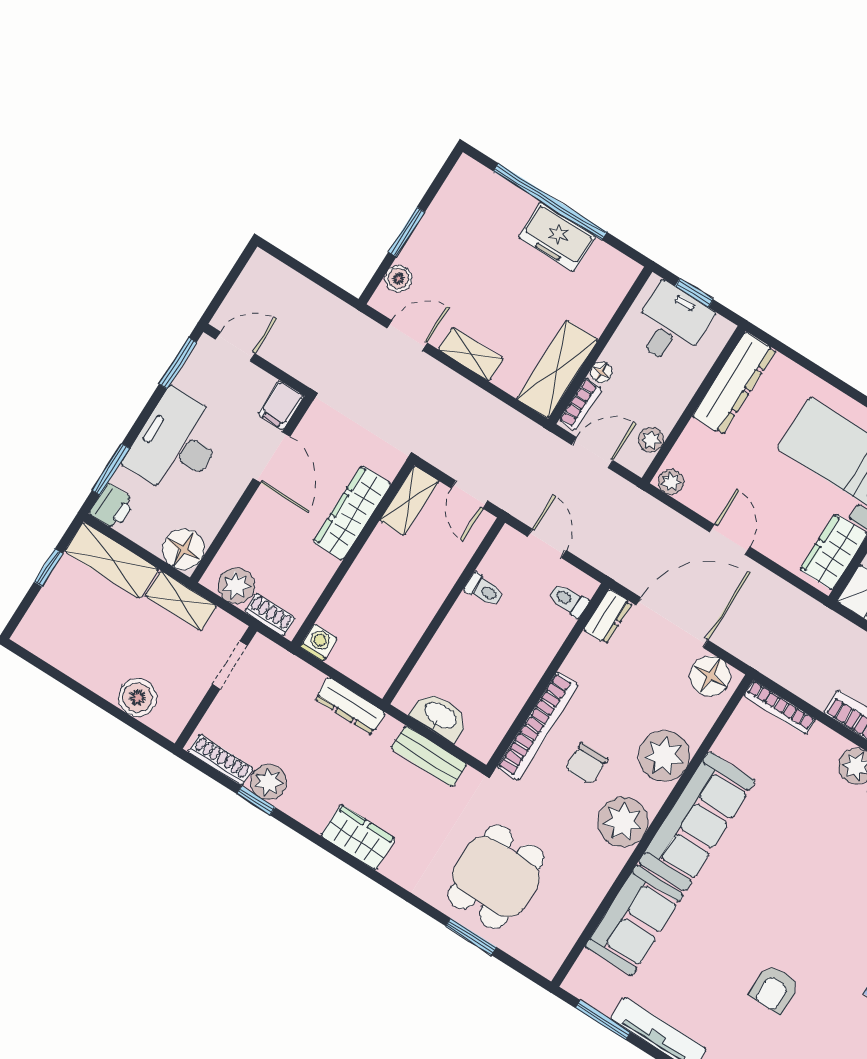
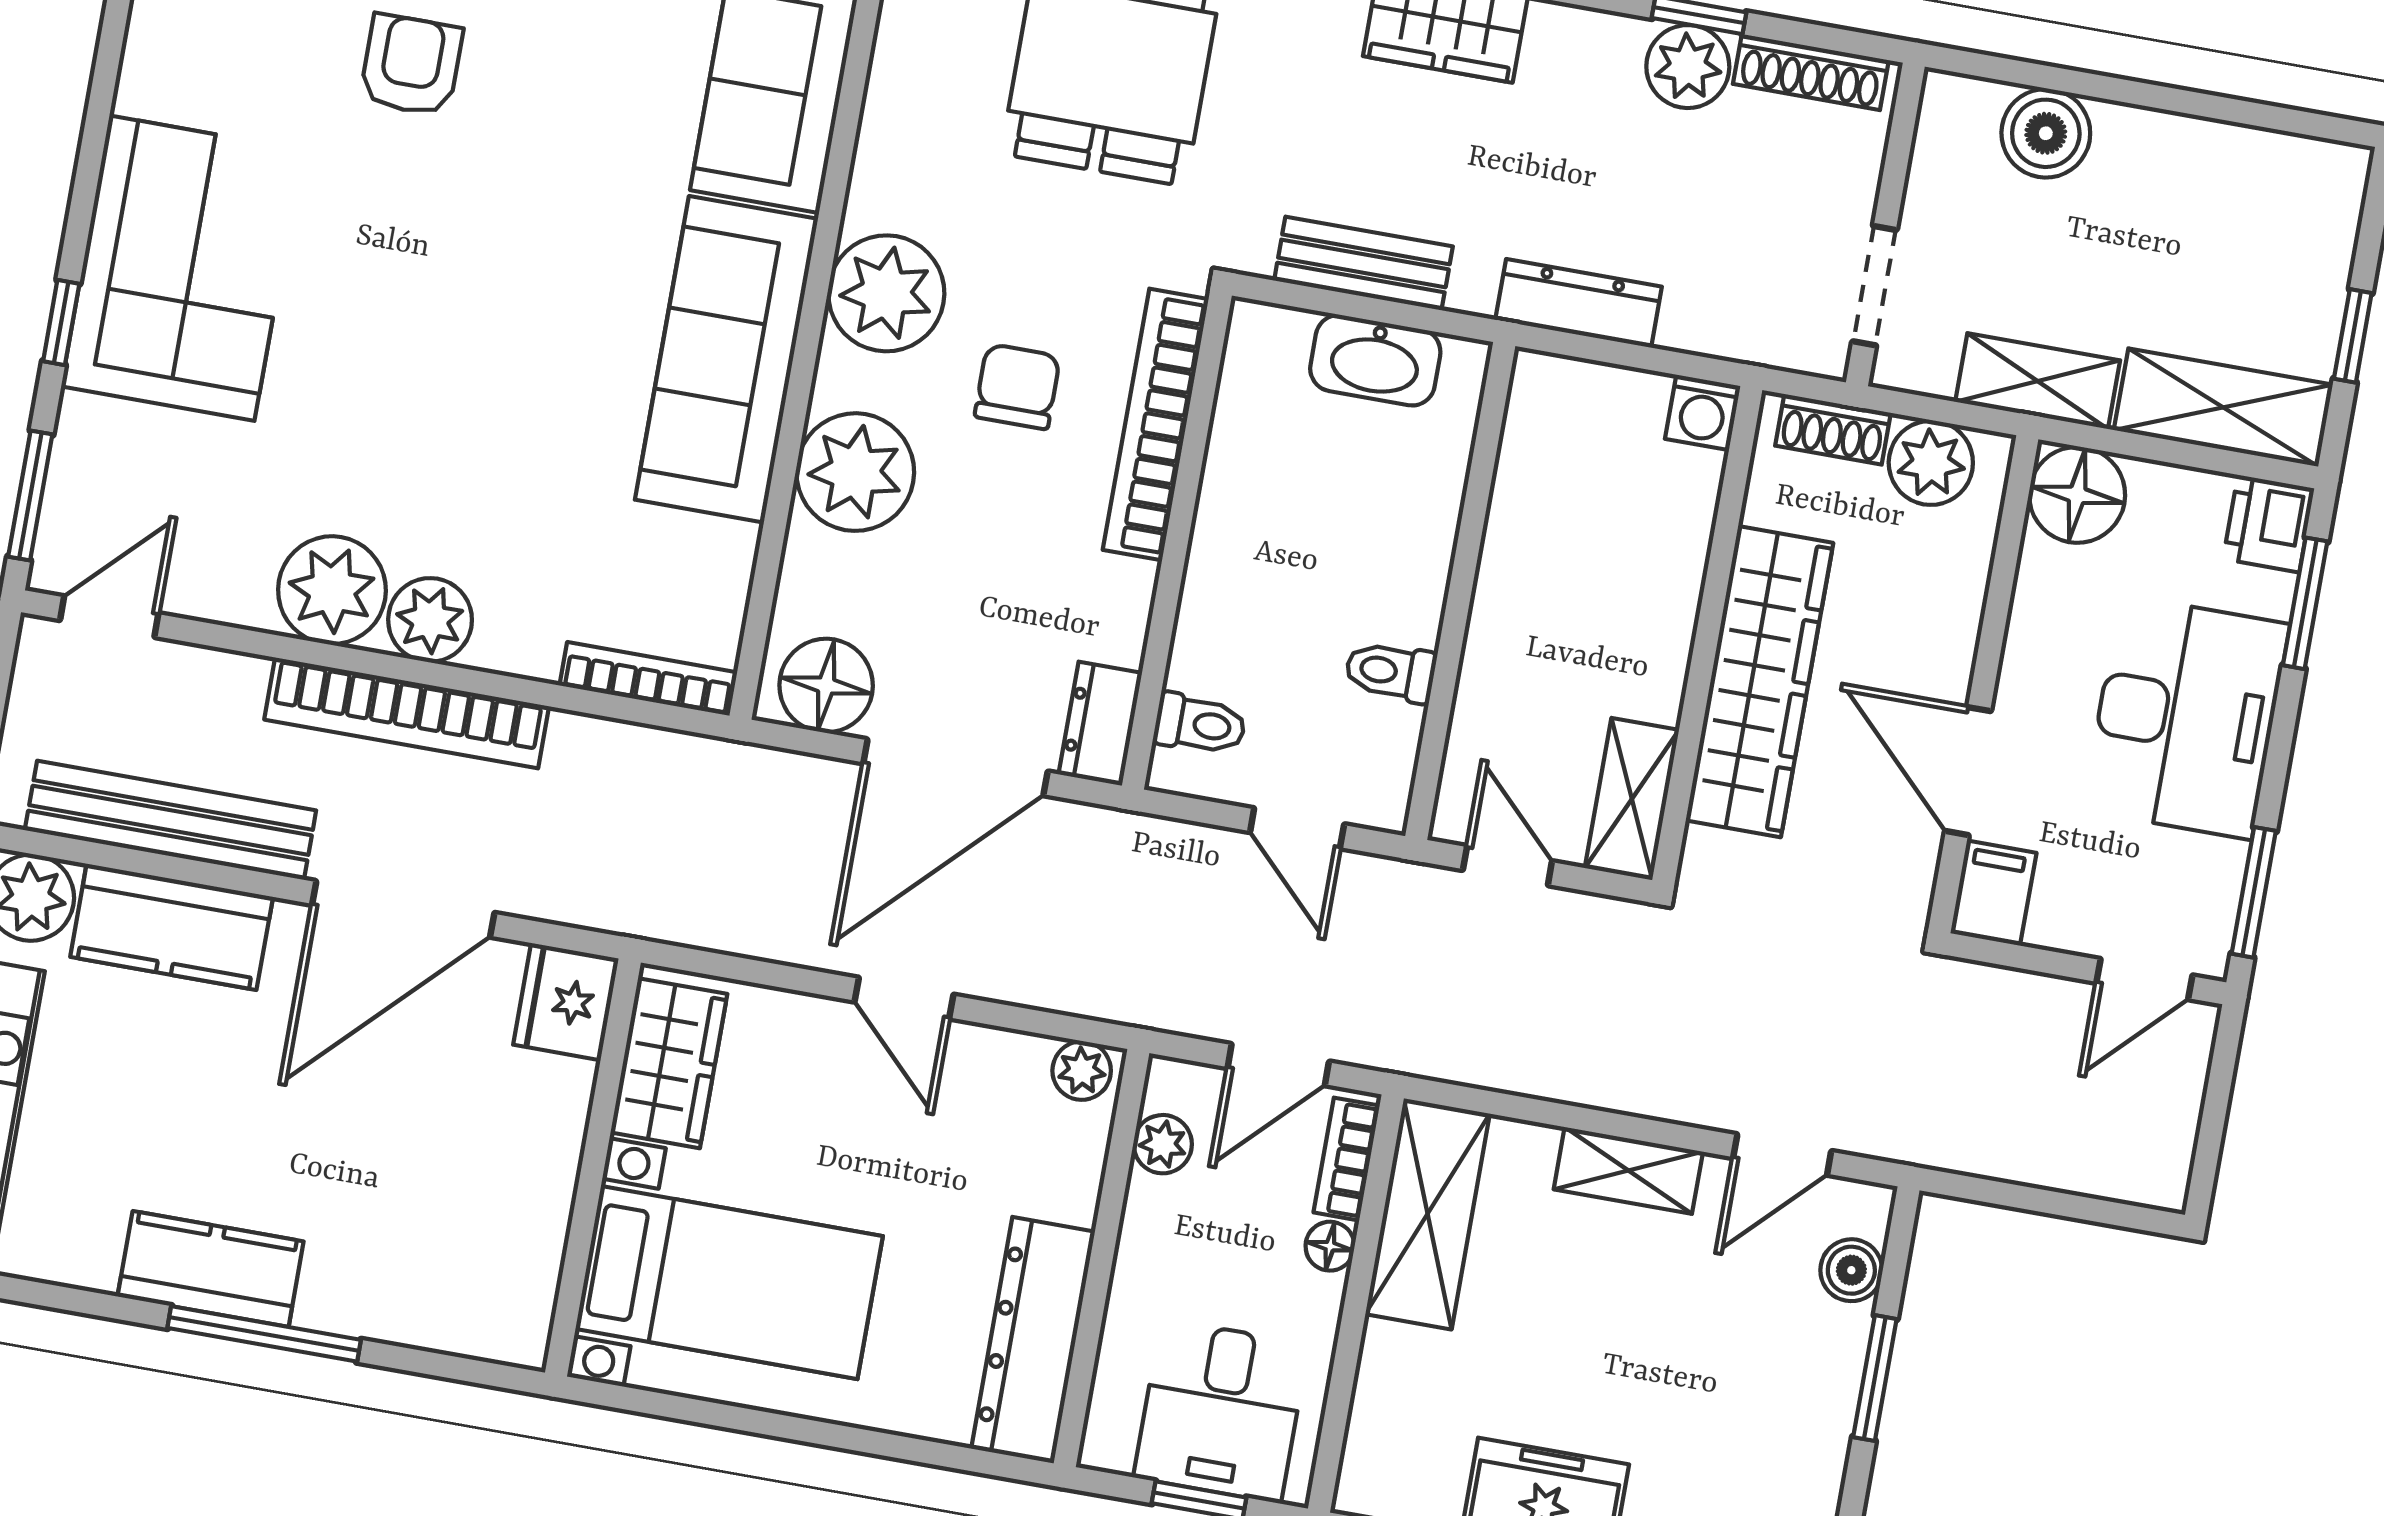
wardrobe: (352, 513) -> (1759, 682), width x1.40, depth x1.17

